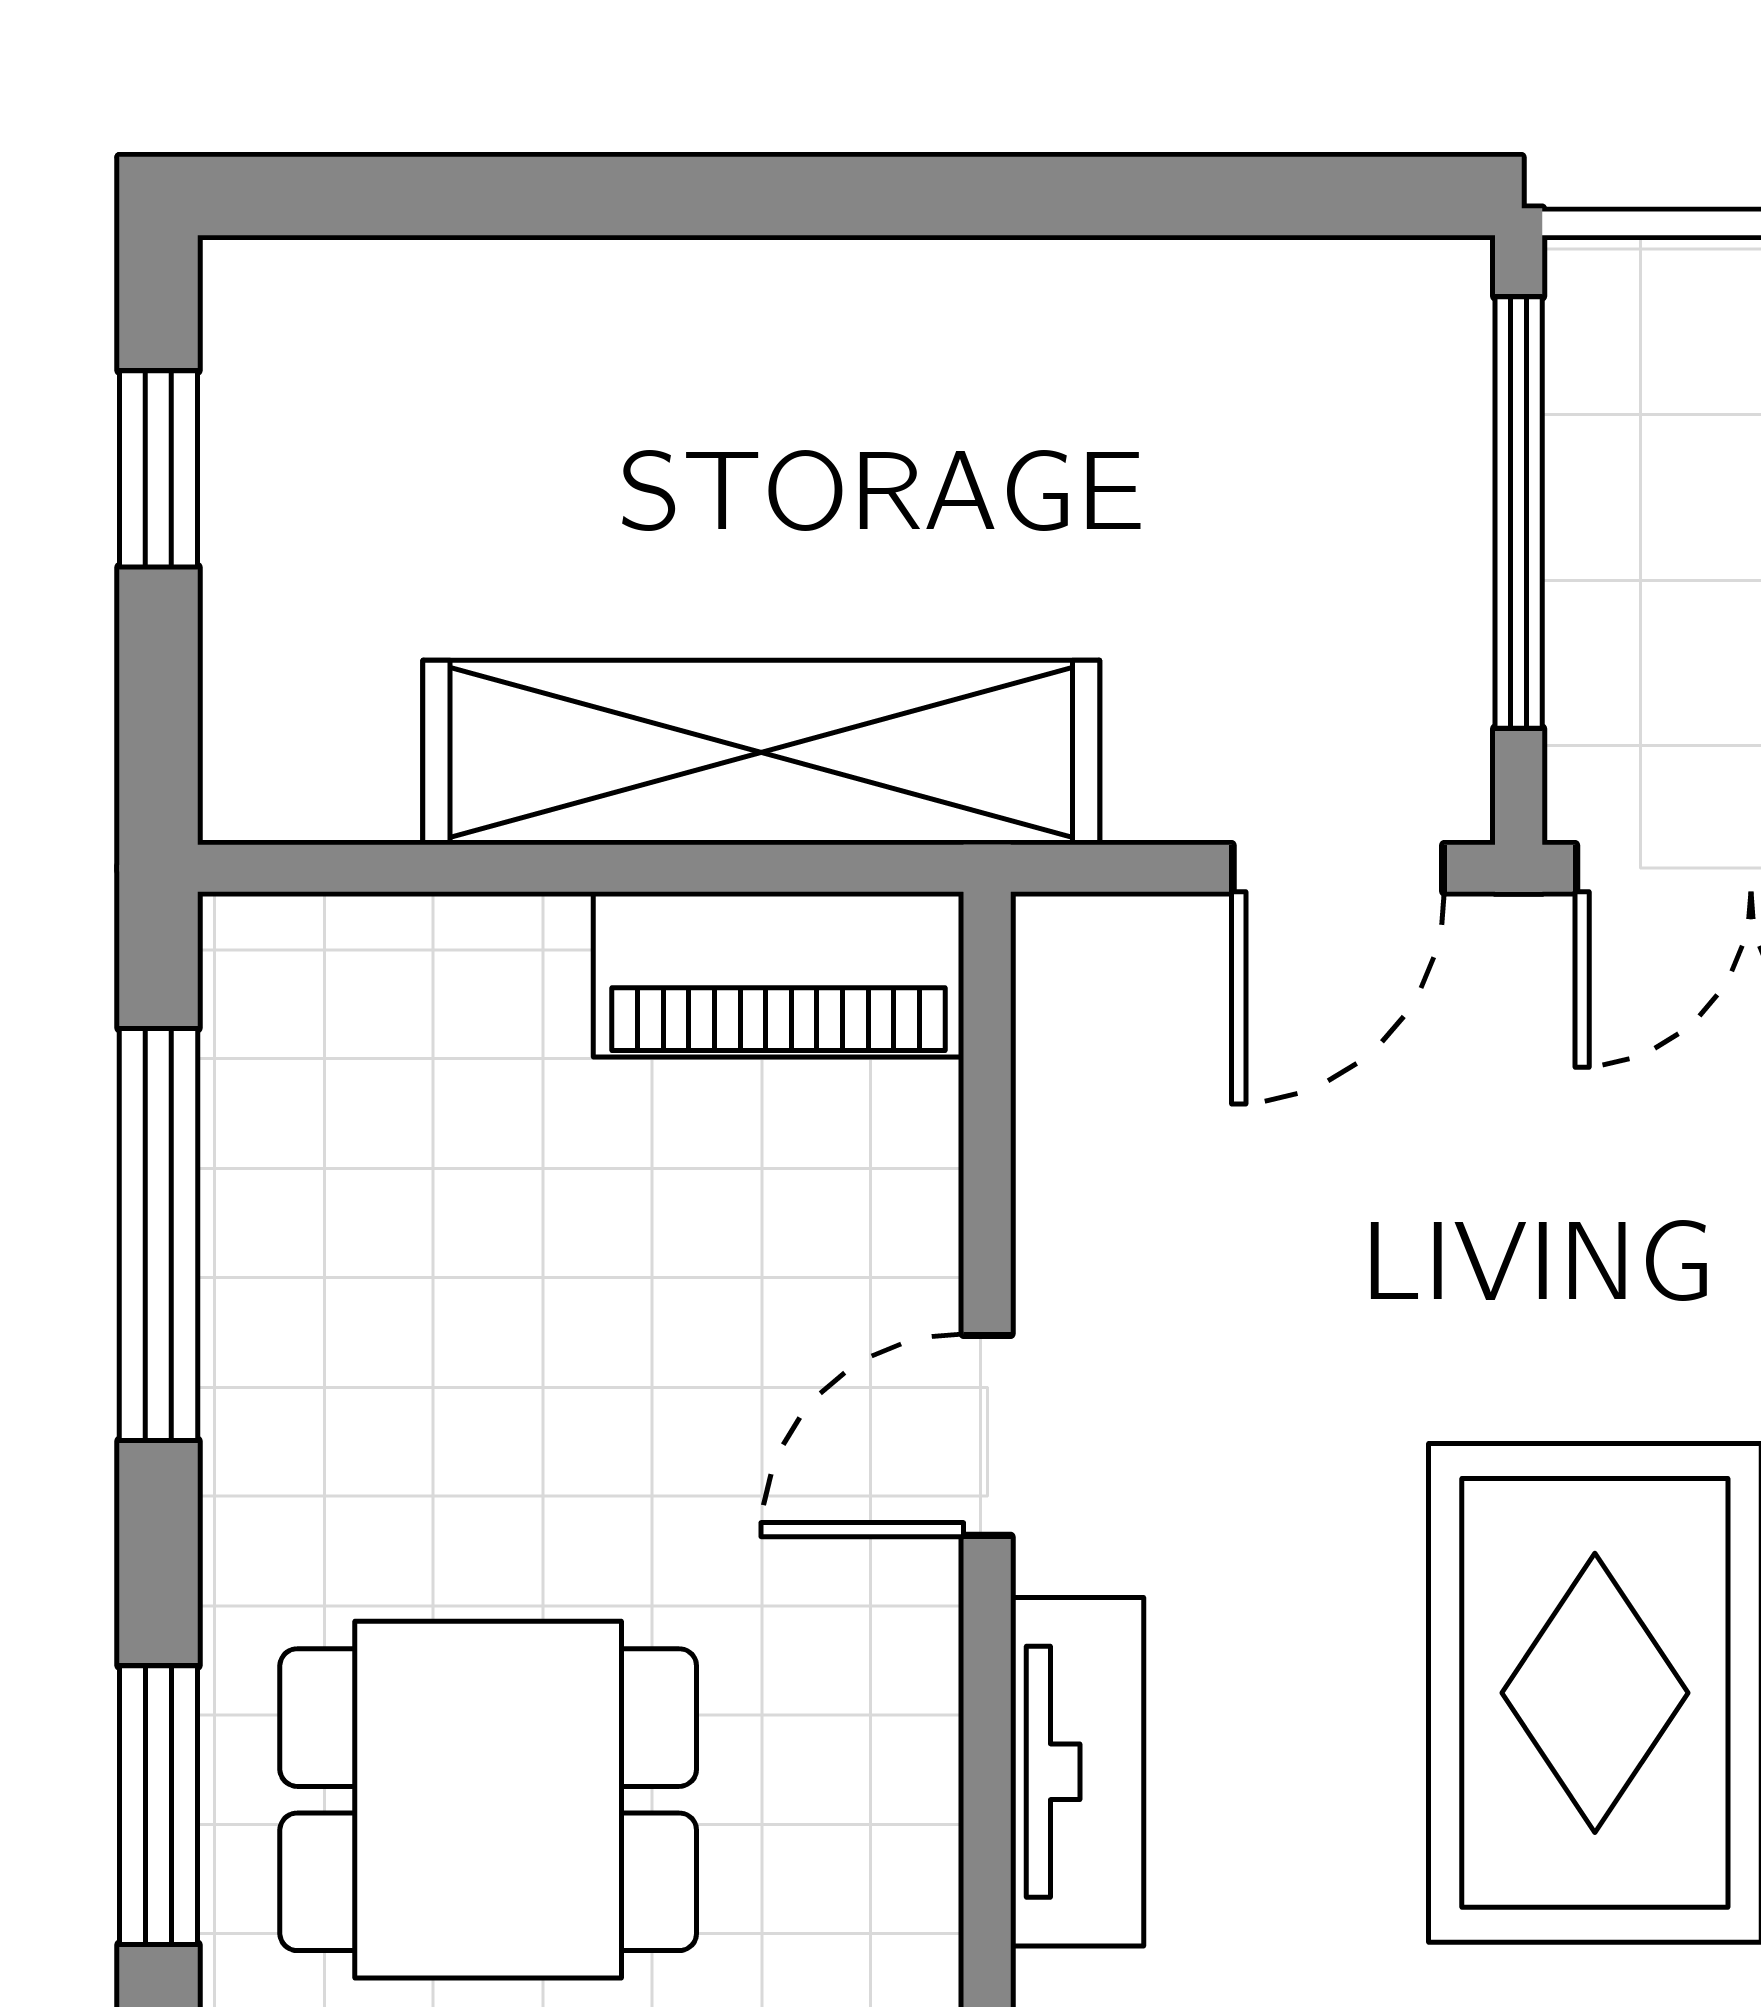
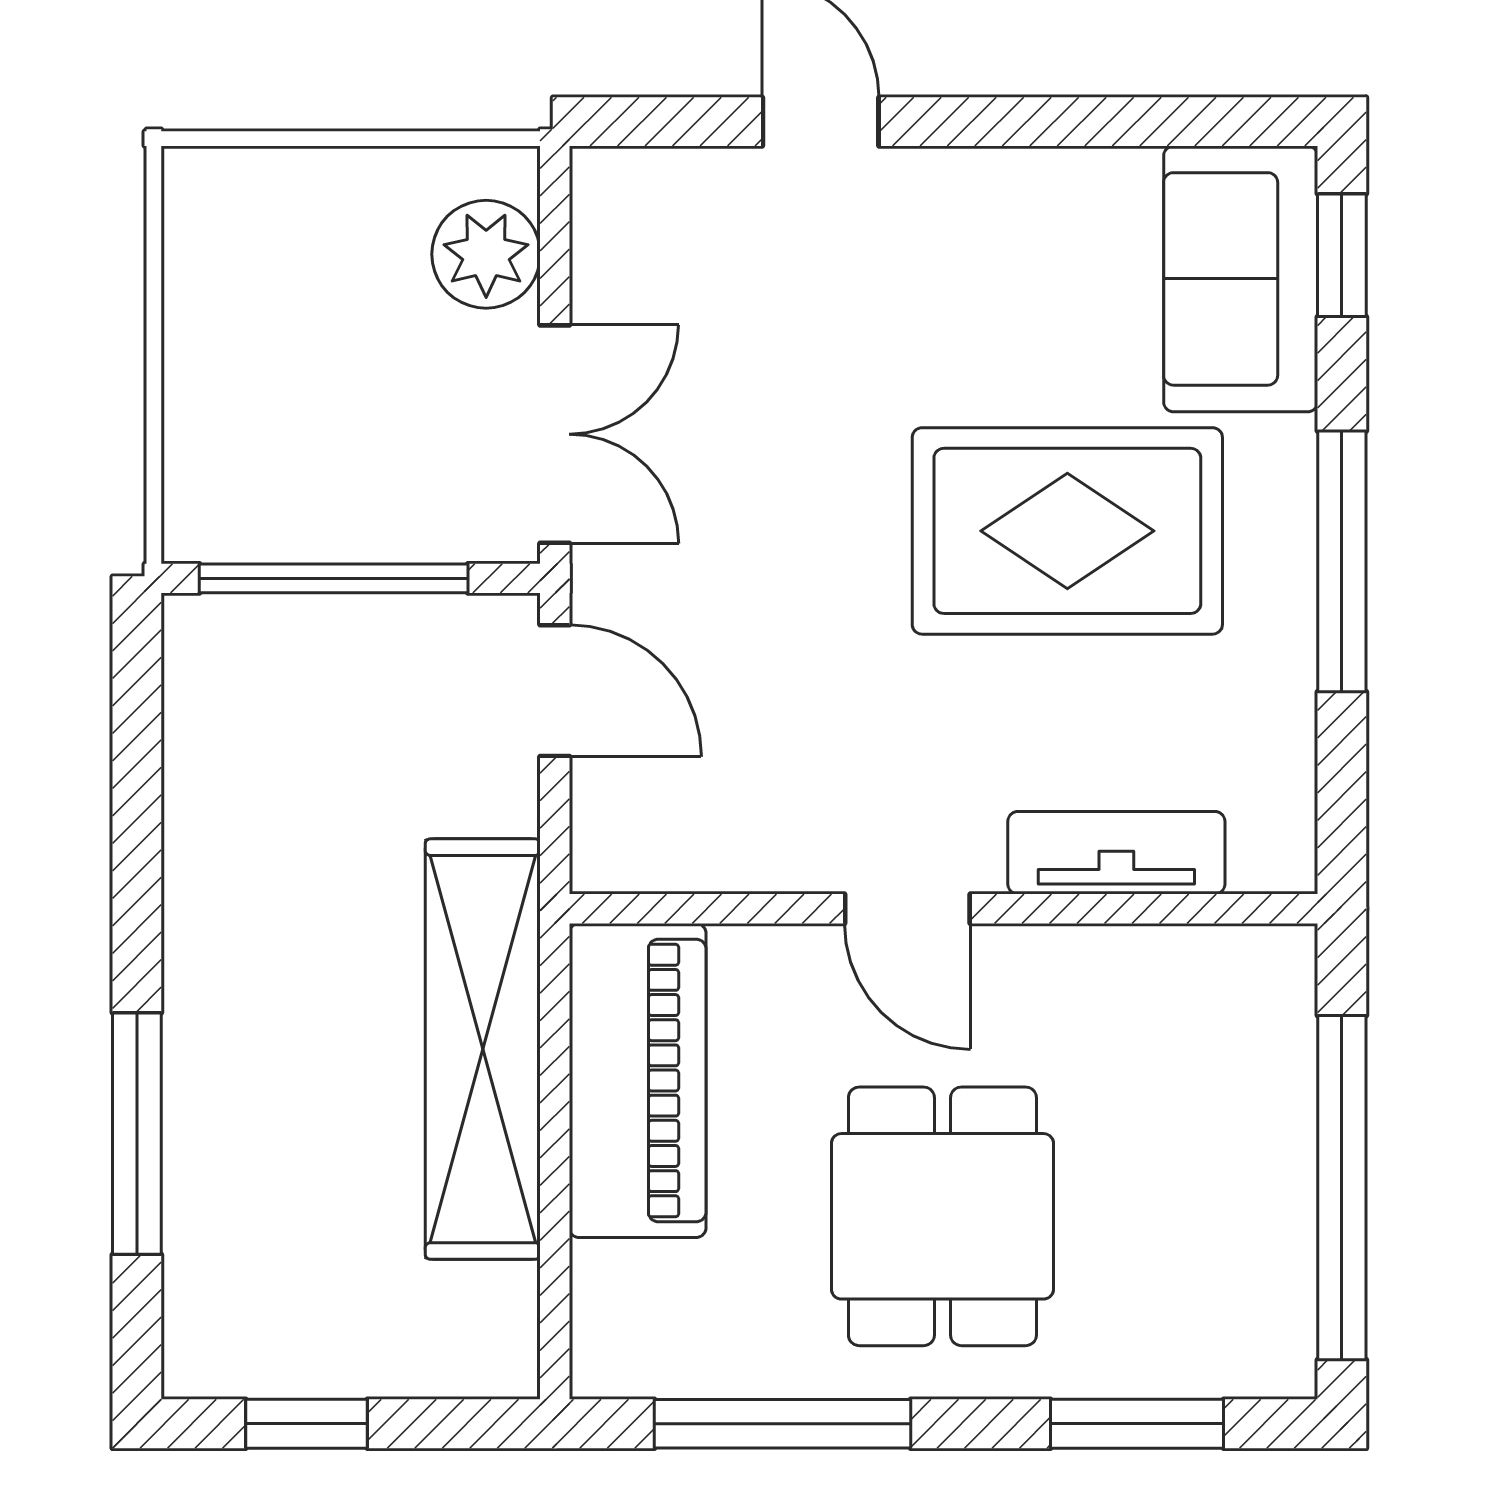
window: (625, 196) -> (137, 1134), added
piano: (778, 974) -> (638, 1081), width x1.37, depth x1.33
dining table: (488, 1800) -> (942, 1216), moved

